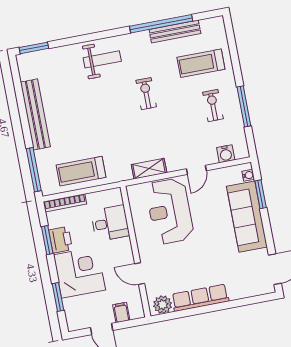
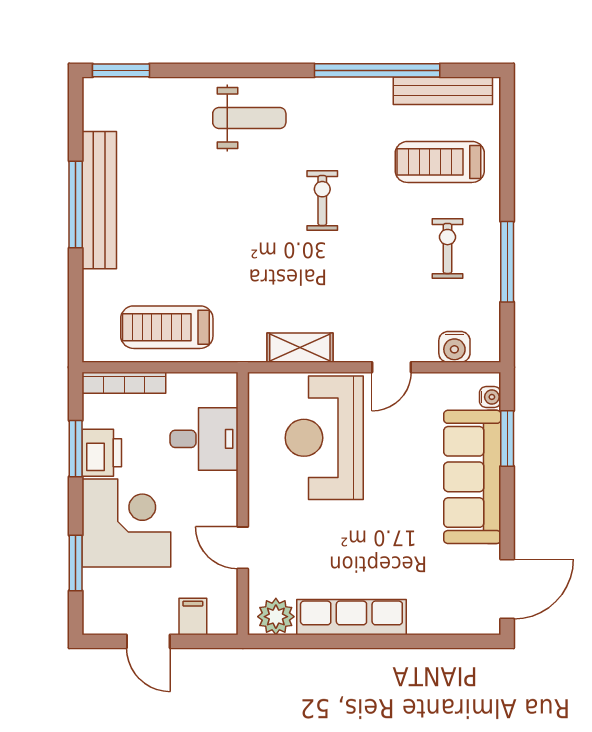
bench: (175, 32) -> (443, 91), moved
window: (34, 170) -> (76, 204), moved

